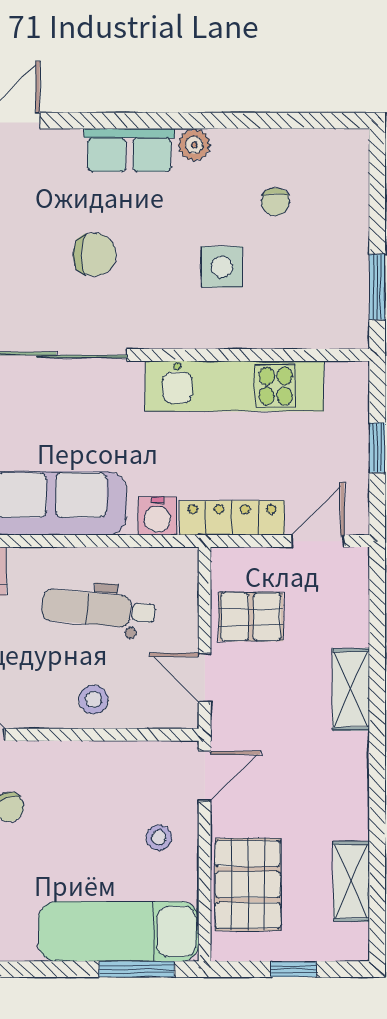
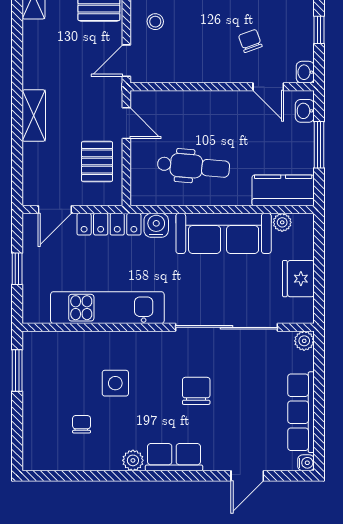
chair: (94, 255) -> (196, 391), turned 90
pallet: (251, 617) -> (97, 161), turned 90
stool: (93, 699) -> (197, 109), removed

